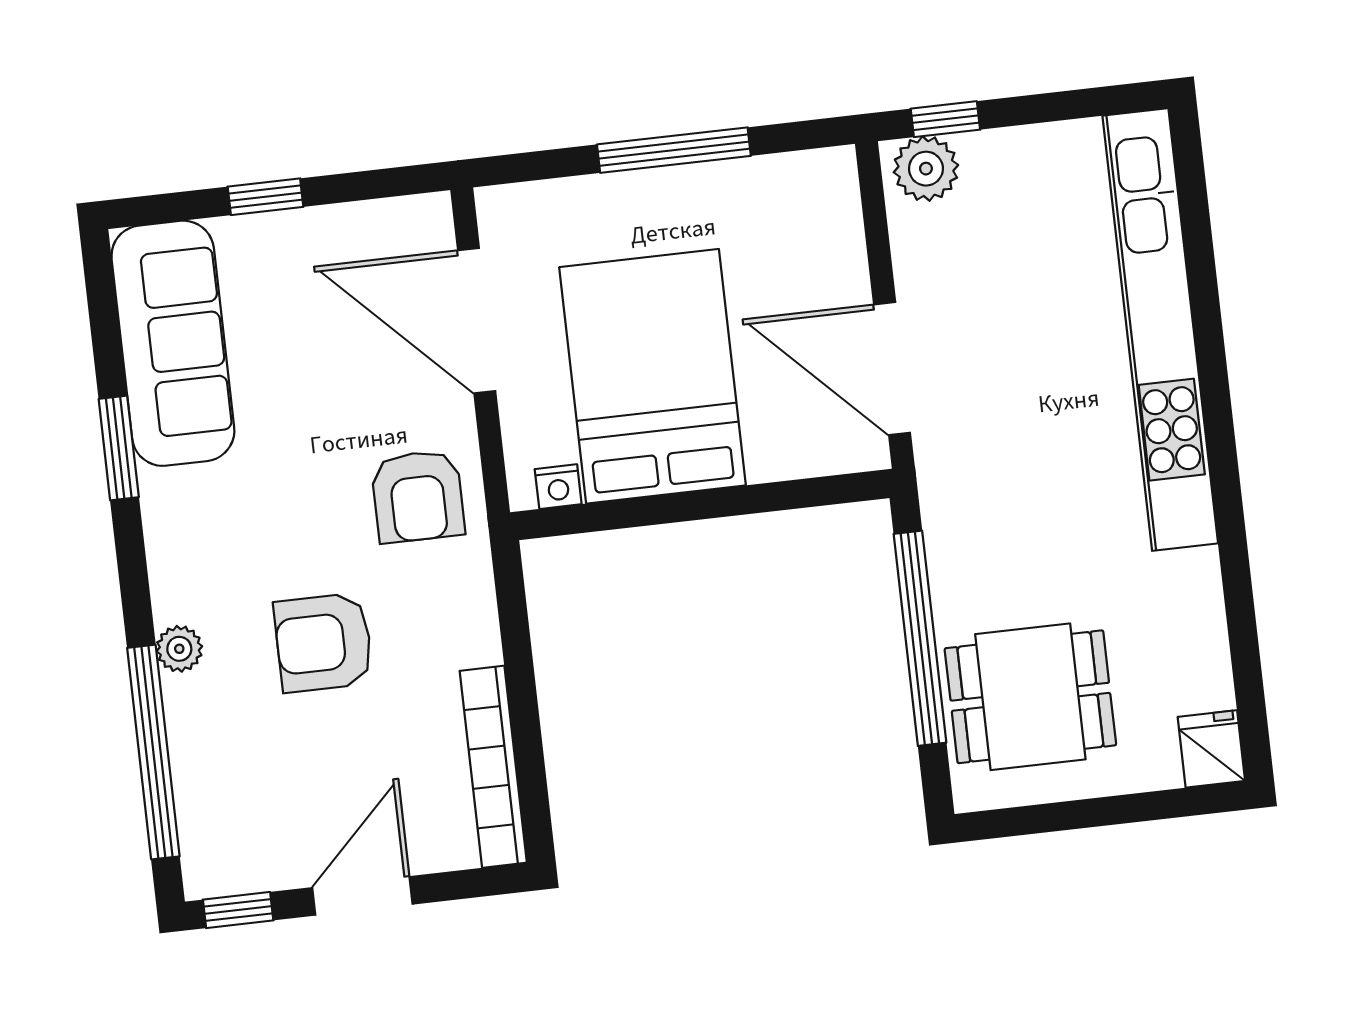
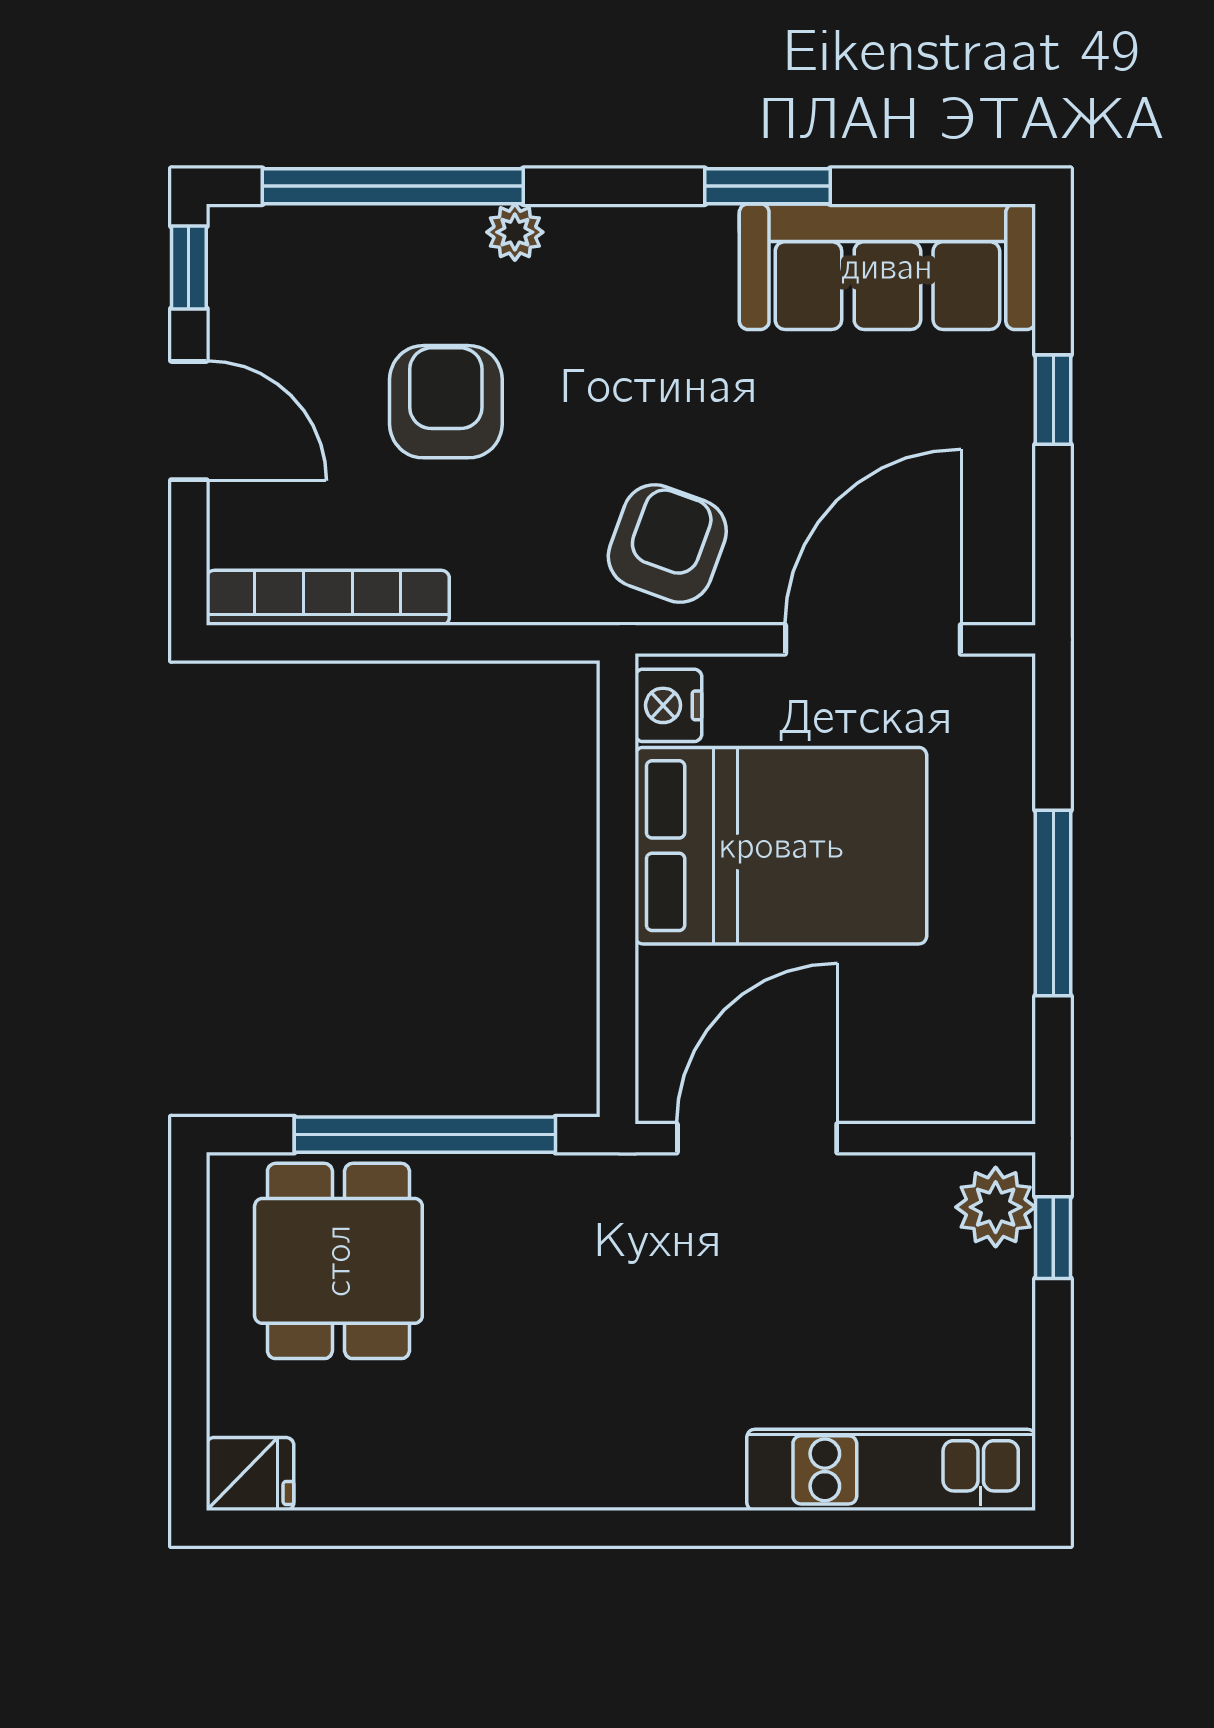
kitchen unit: (1160, 330) -> (891, 1470), width x0.54
nightstand: (558, 487) -> (668, 705), width x1.39, depth x1.35
armchair: (418, 496) -> (667, 543), turned 110
armchair: (324, 643) -> (446, 402), moved

